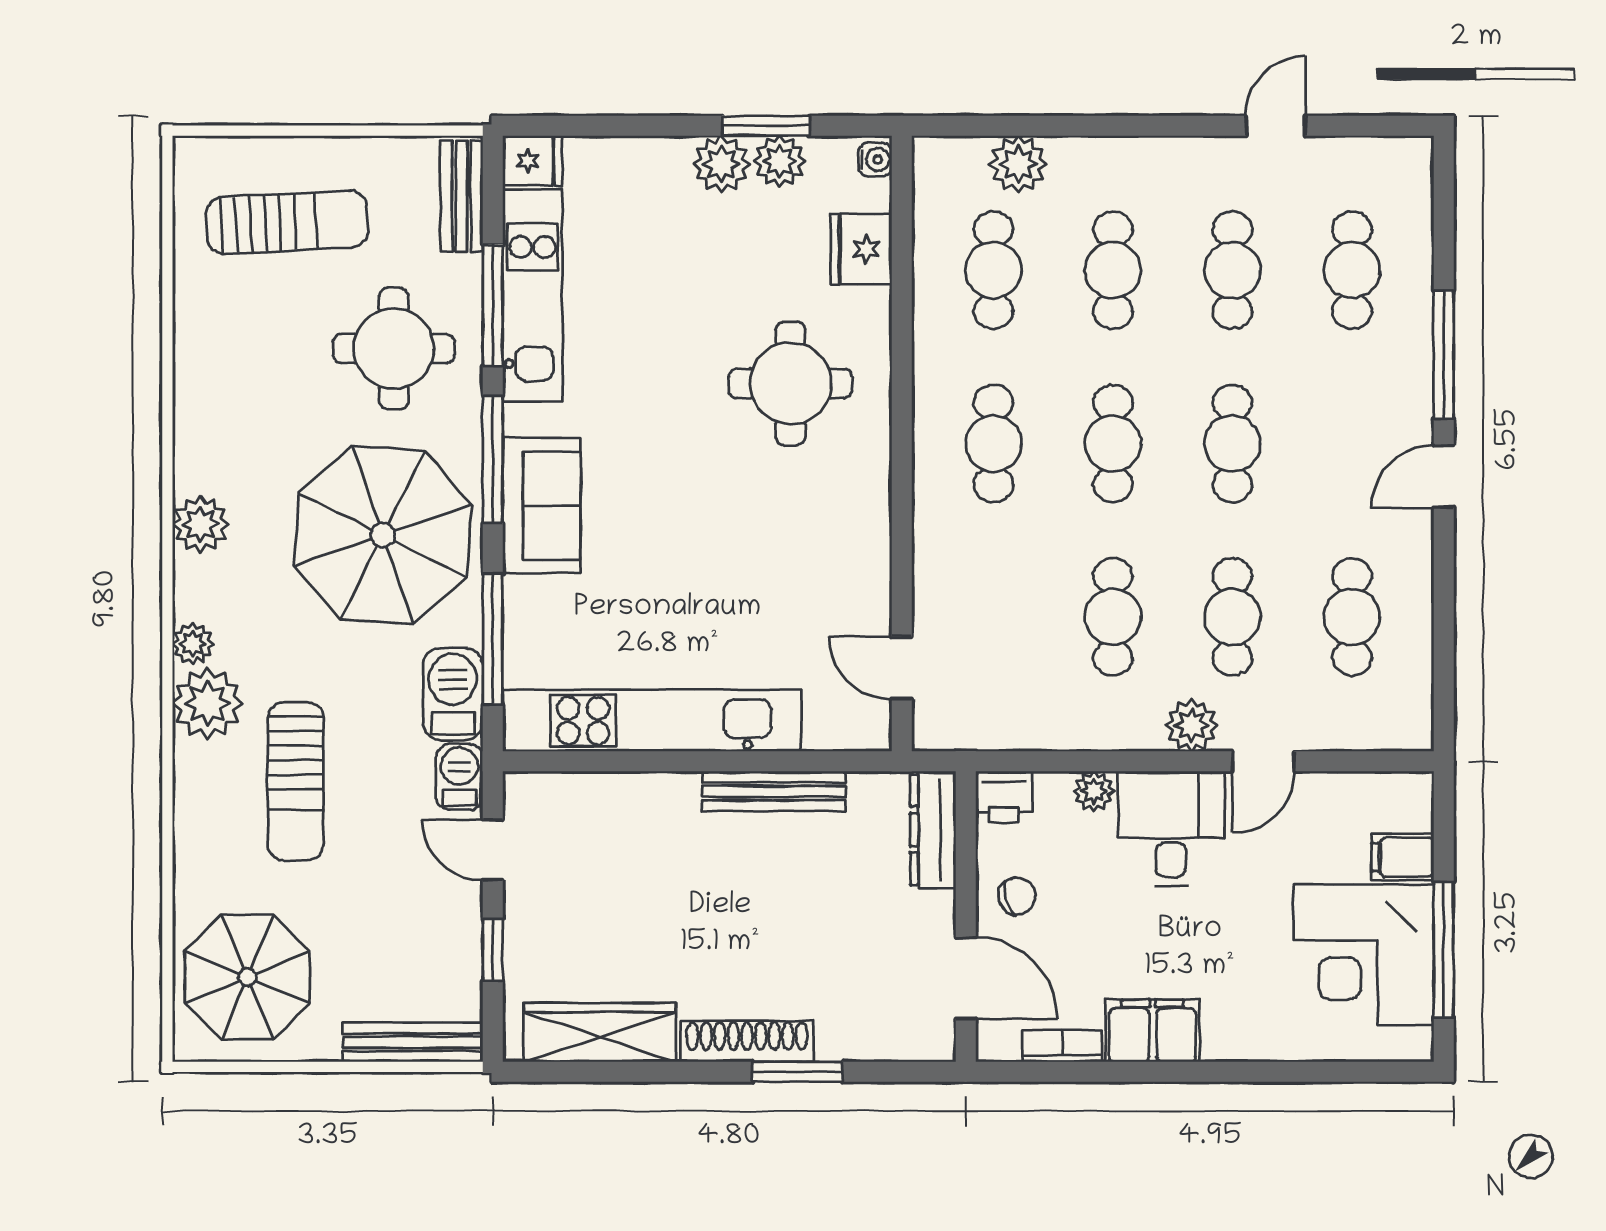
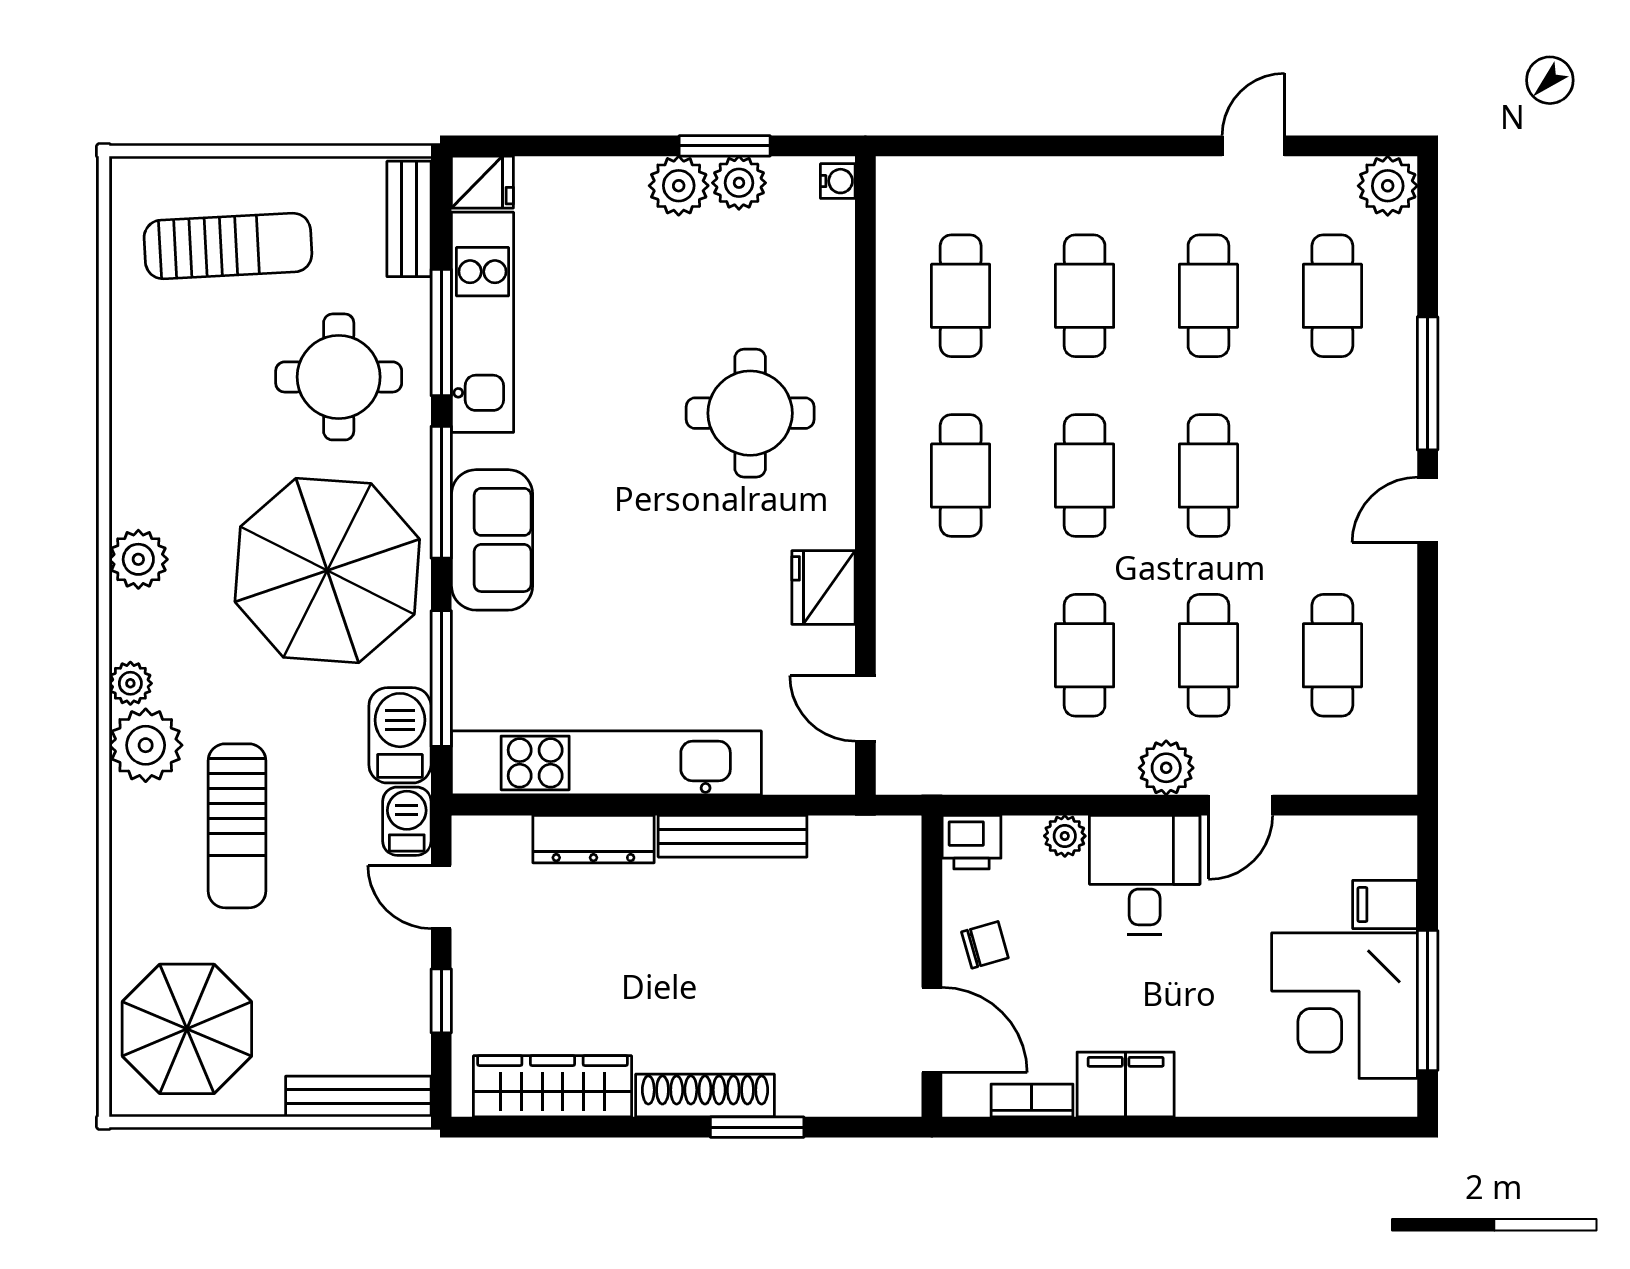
plant: (1018, 164) -> (1388, 186), moved
fridge: (861, 249) -> (823, 588), moved
dresser: (933, 830) -> (593, 839), moved, turned -90

